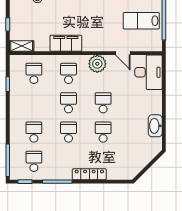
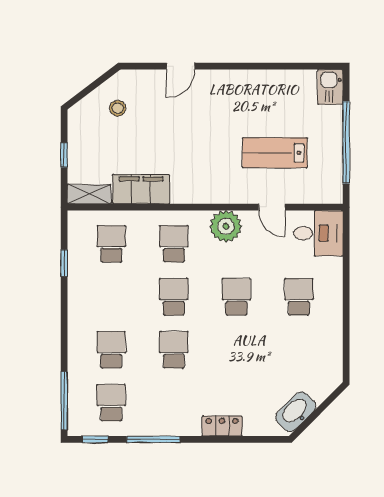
lab bench: (141, 21) -> (275, 153), moved
filing cabinet: (66, 43) -> (141, 189), moved
desk: (148, 72) -> (318, 233), width x0.73
washbasin: (155, 126) -> (296, 412), moved, turned 45
school desk: (103, 132) -> (299, 297), moved
locker: (89, 174) -> (222, 426), width x0.66

